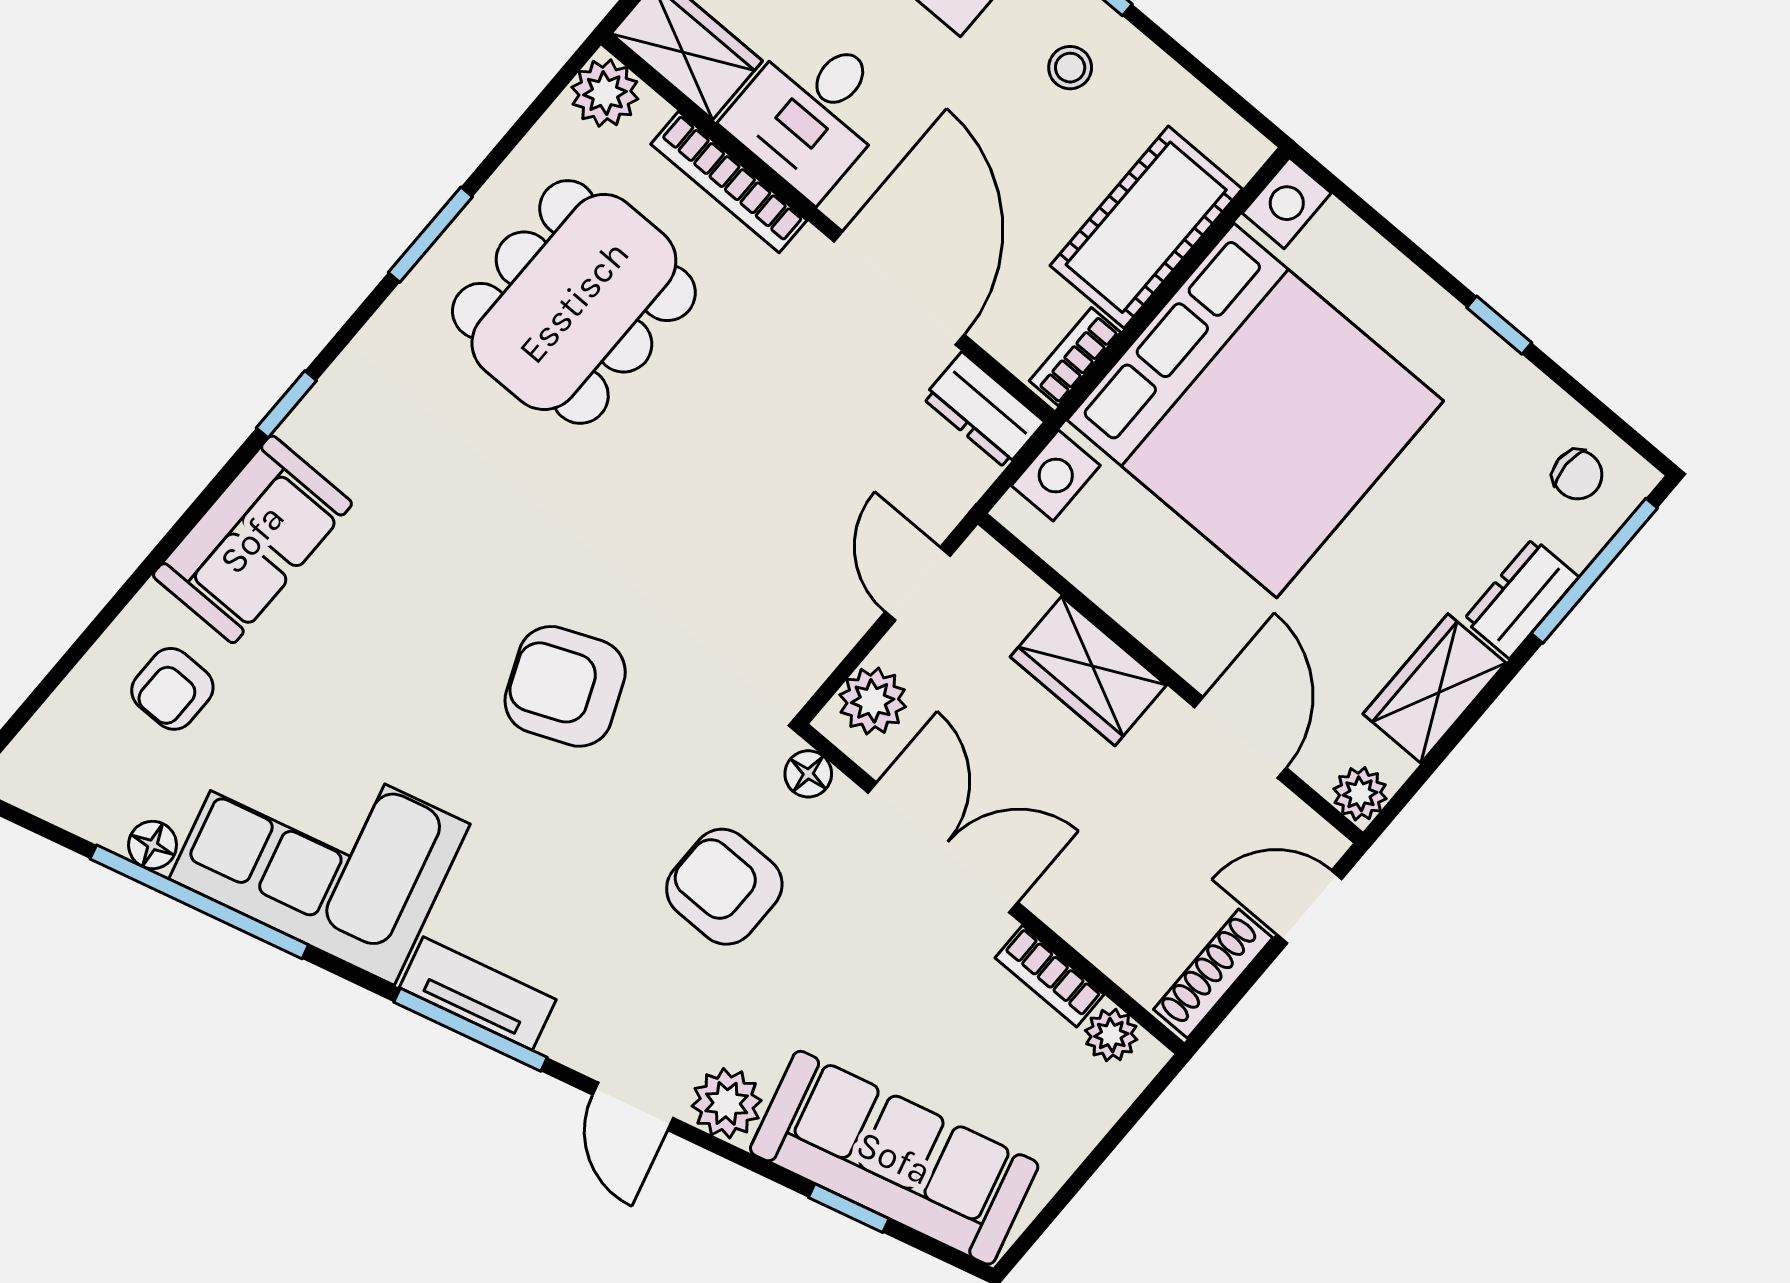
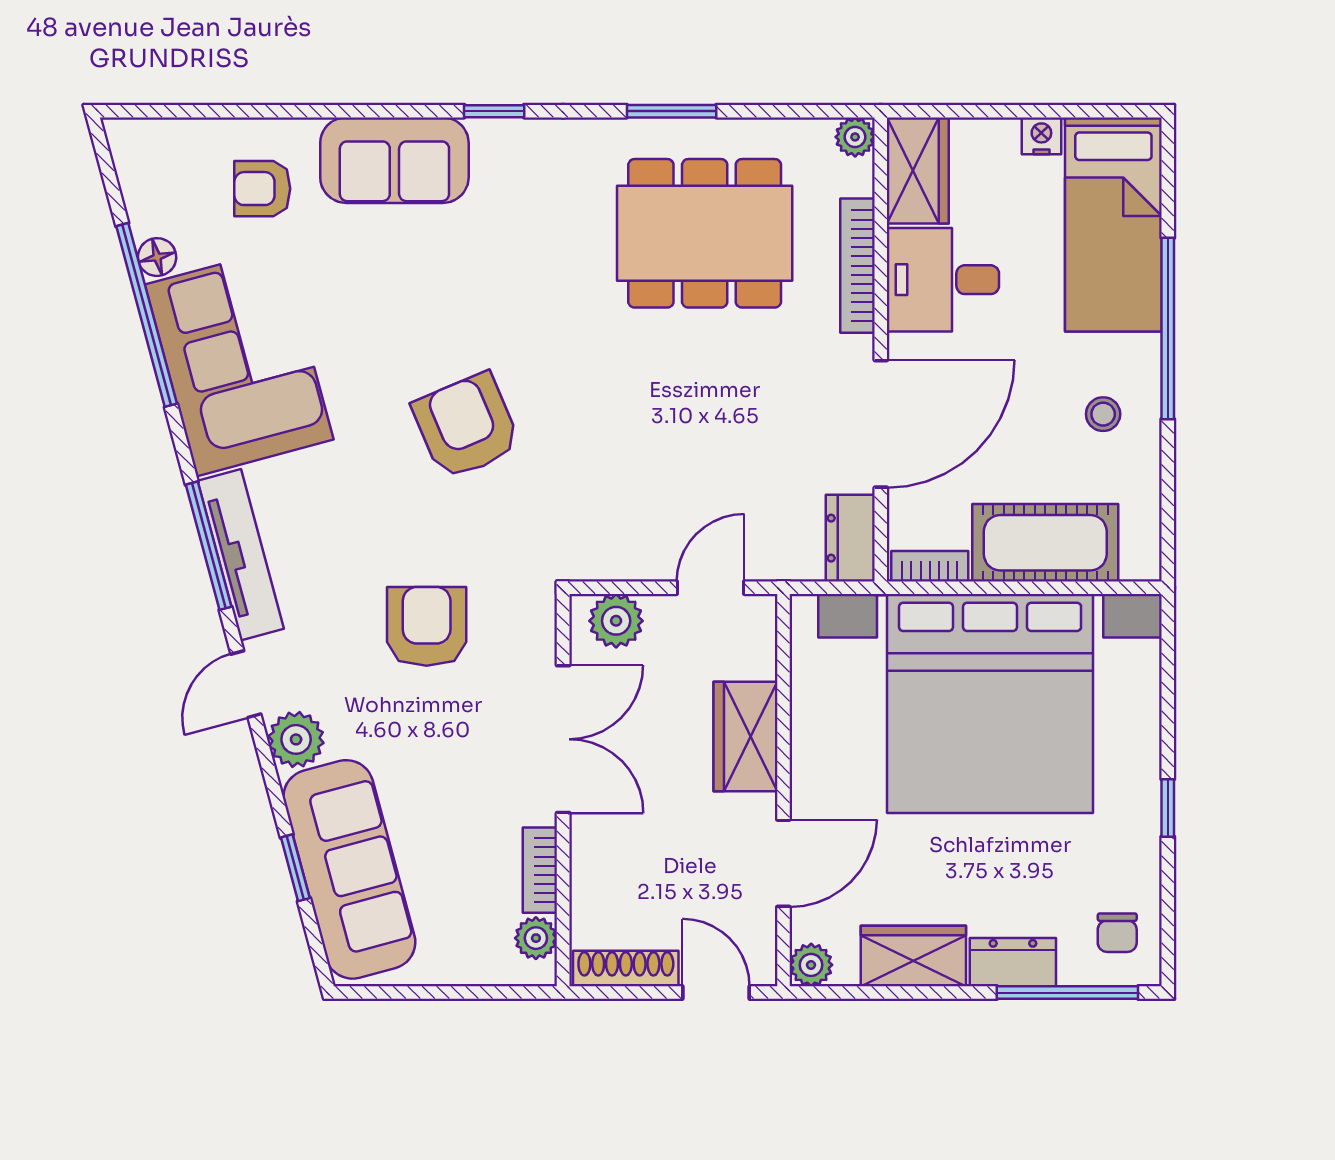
plant: (605, 93) -> (855, 137), width x0.73, depth x0.73
floor lamp: (808, 774) -> (538, 619), removed
tv unit: (478, 994) -> (241, 555), width x1.41

